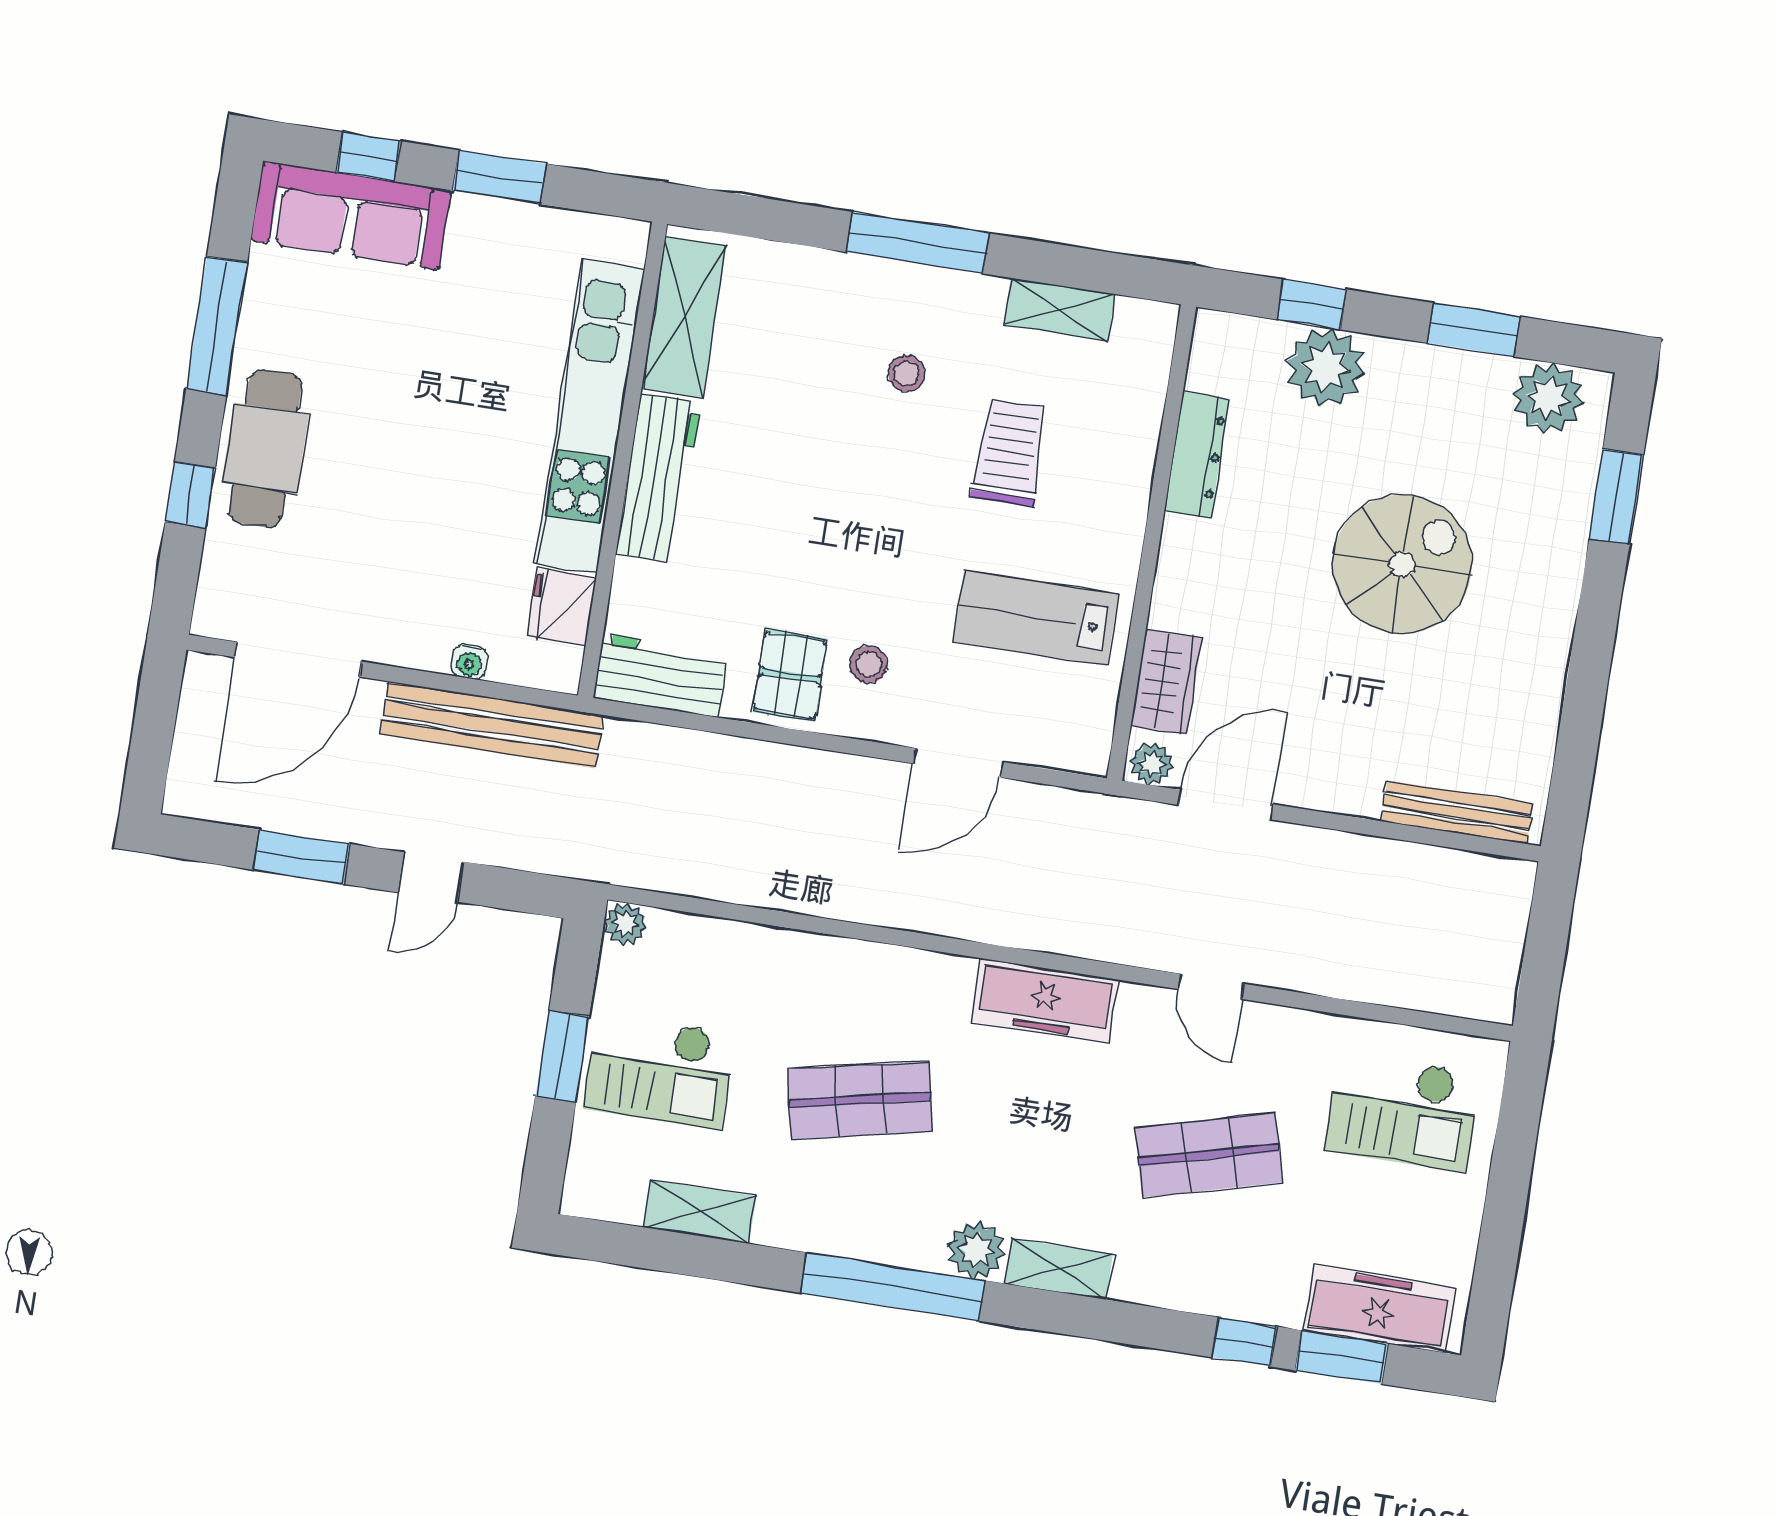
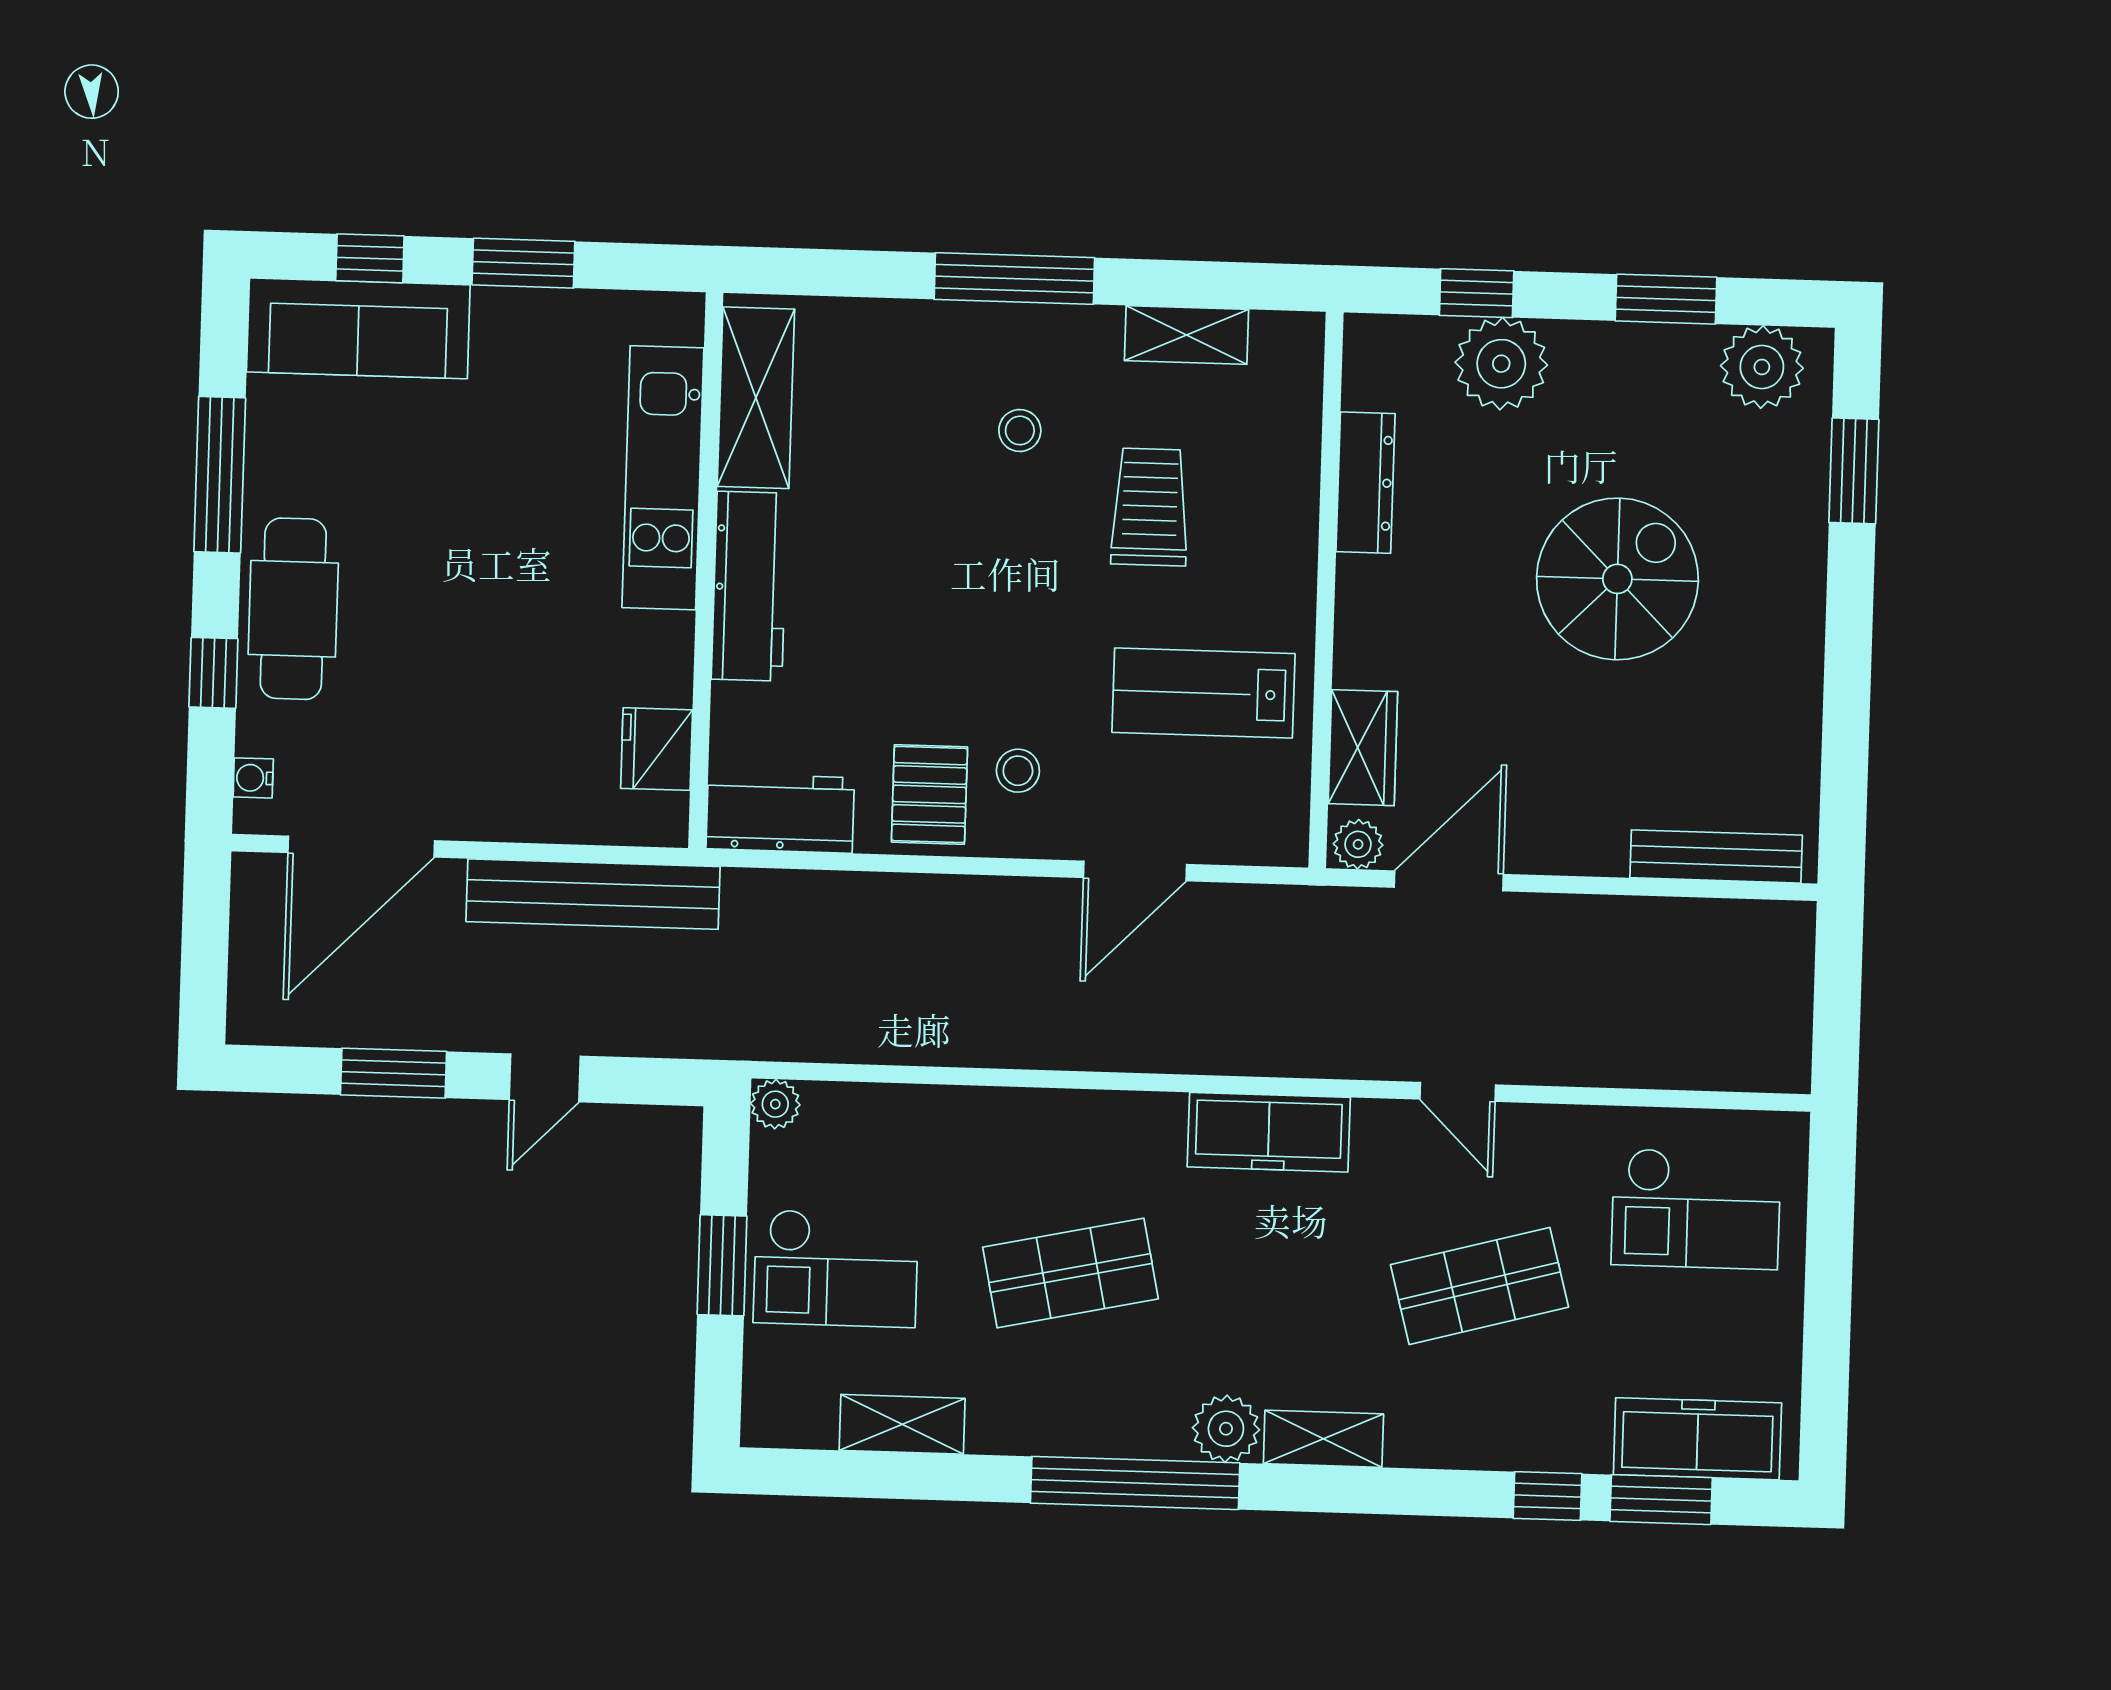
kitchen unit: (589, 416) -> (663, 478), width x0.73
water cooler: (469, 662) -> (253, 778), moved, turned 90

